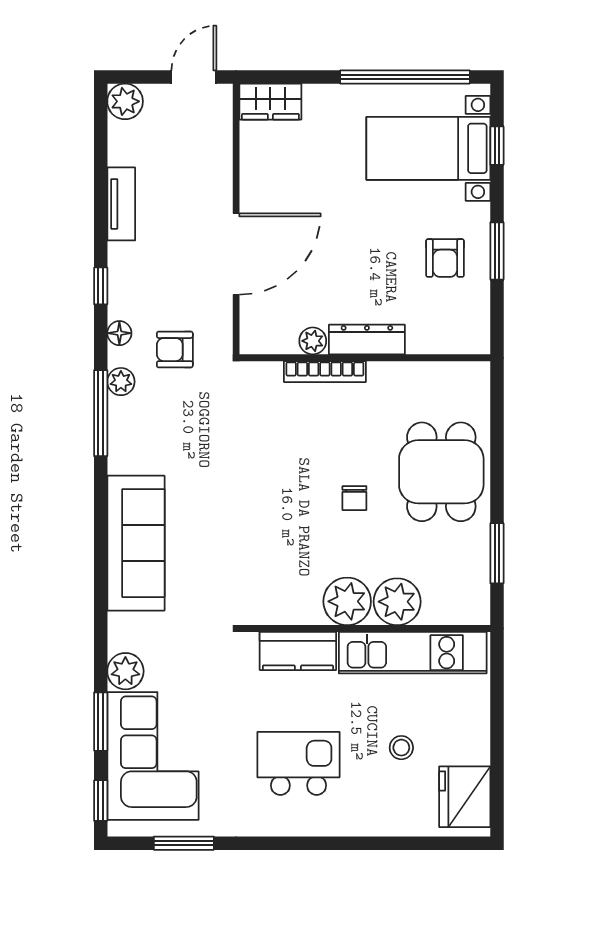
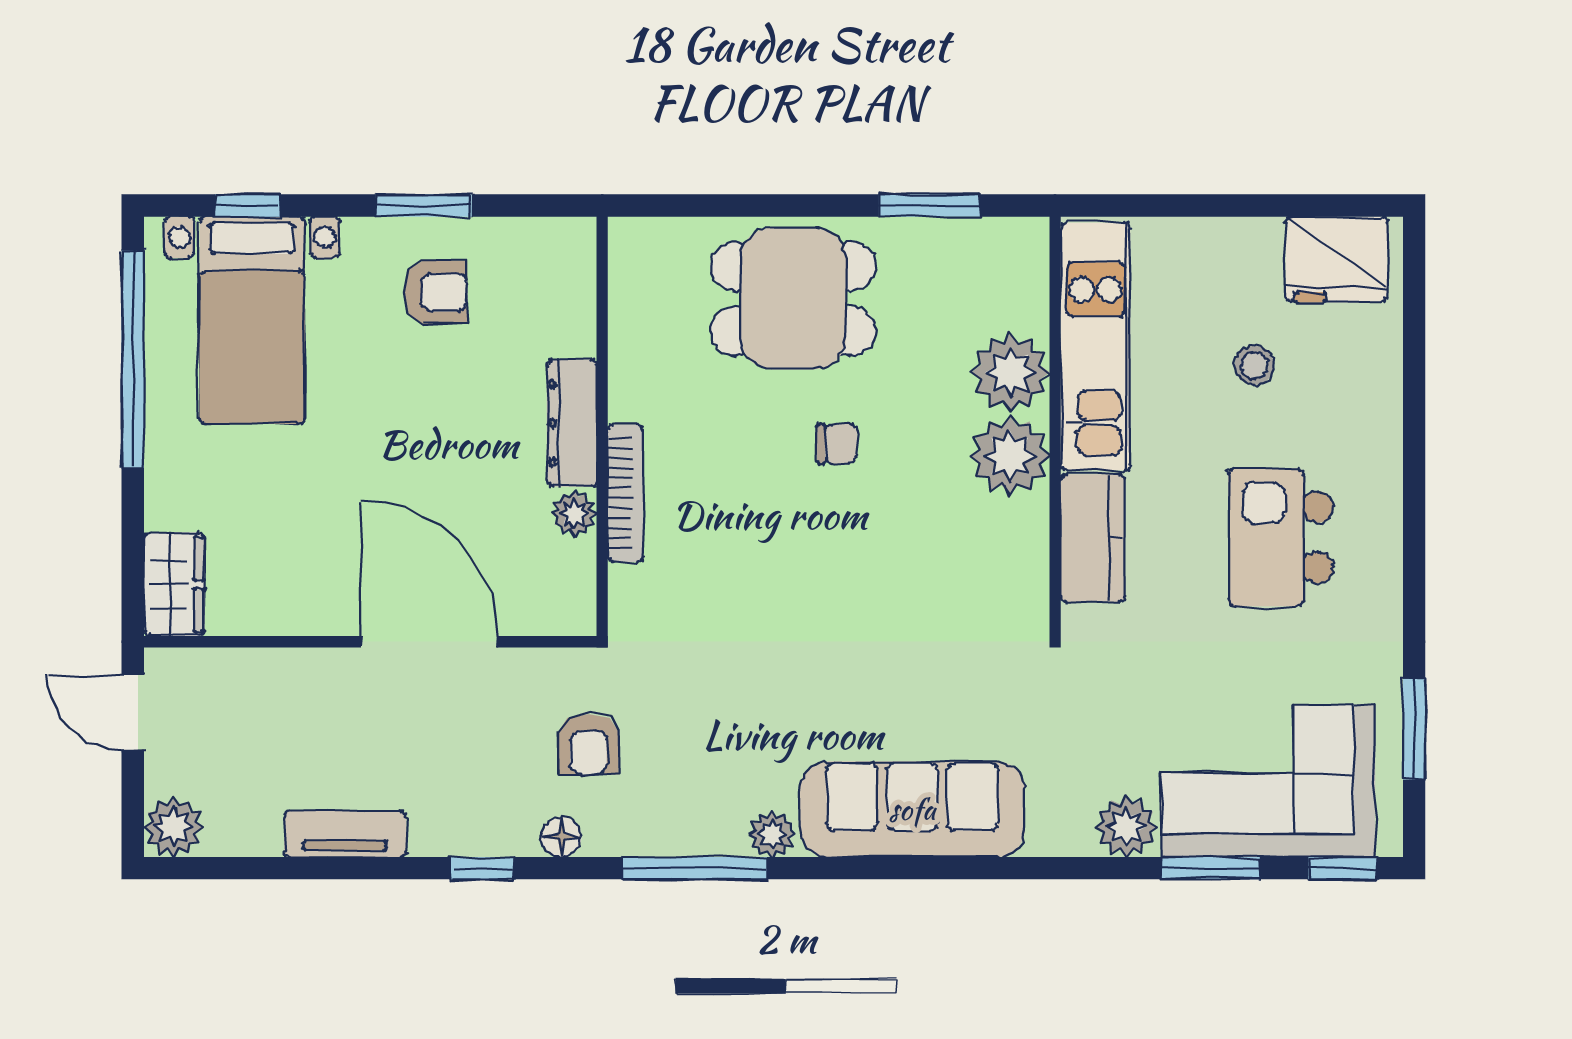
plant: (121, 382) -> (772, 834), moved

